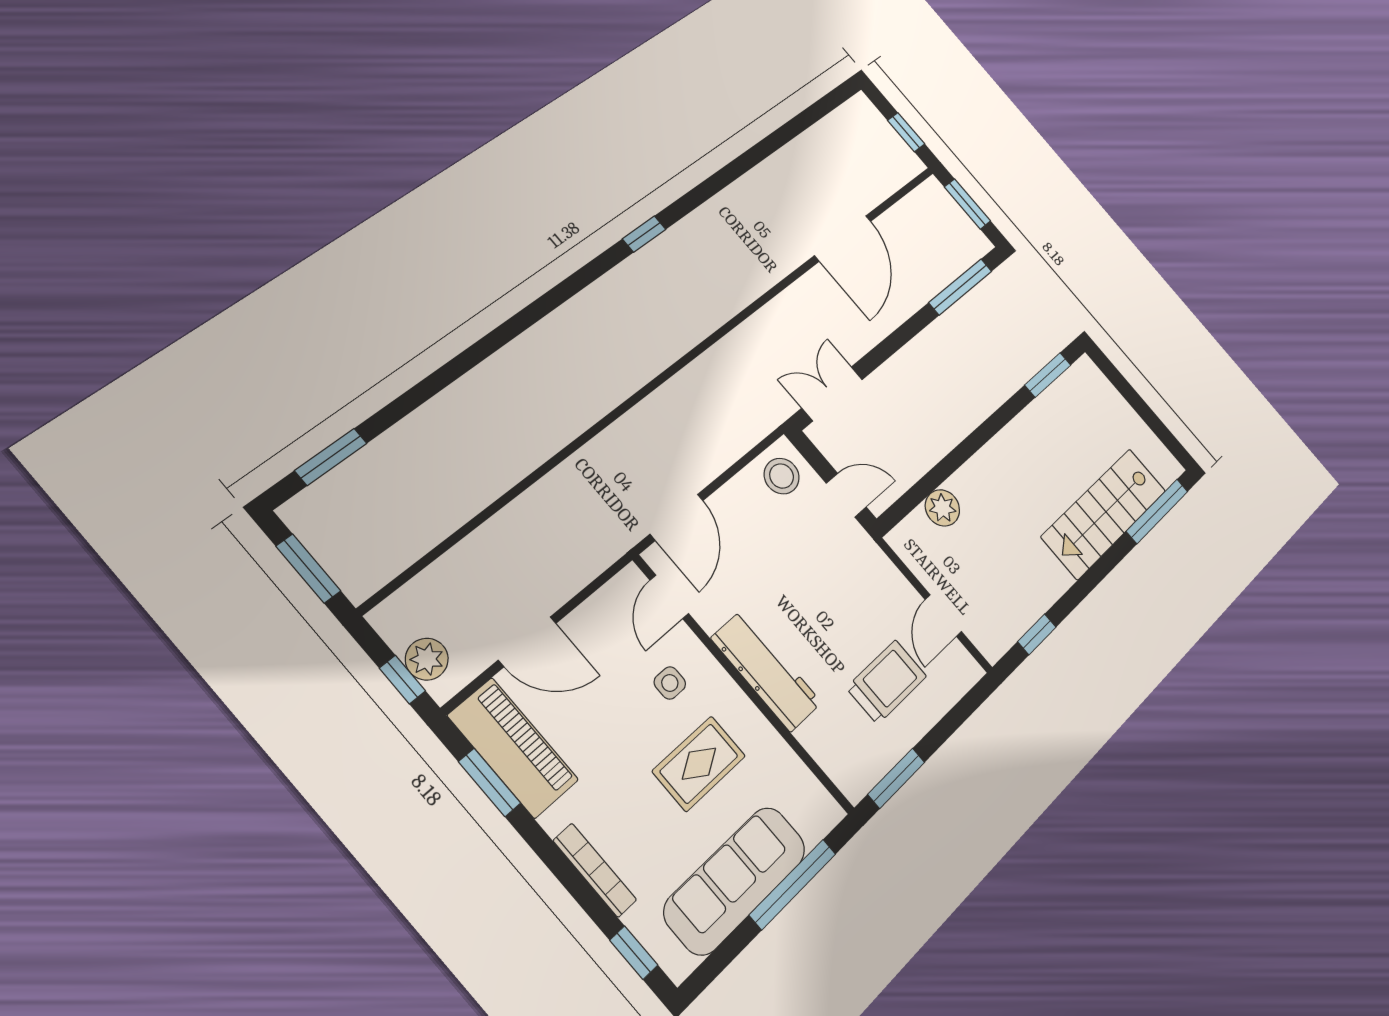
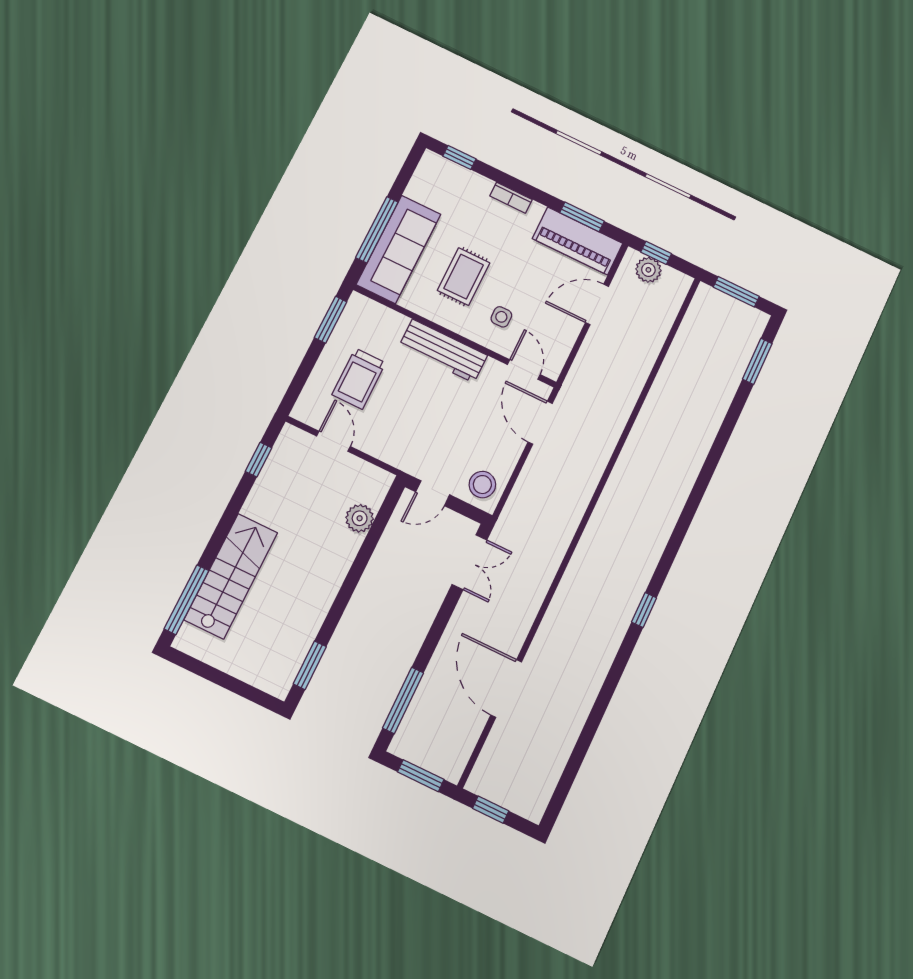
bookcase: (595, 870) -> (511, 198), width x0.64
sofa: (735, 880) -> (399, 249), moved

